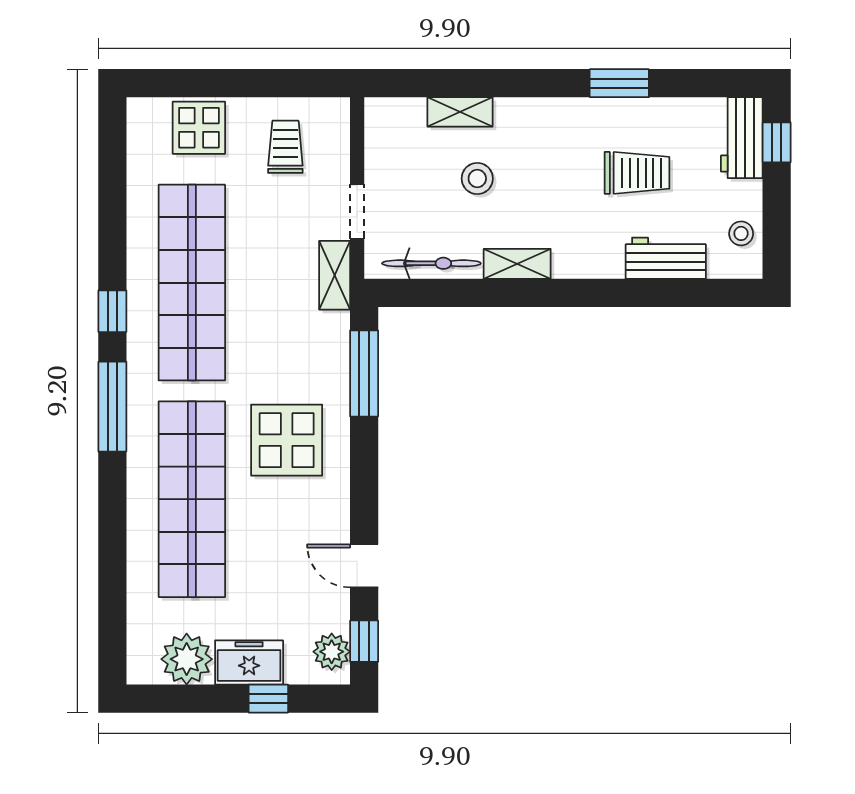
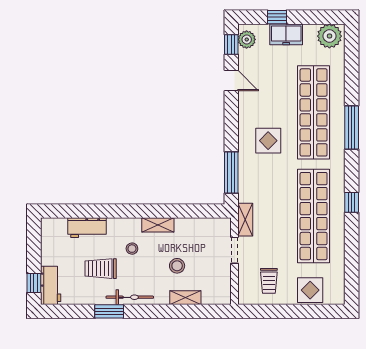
stool: (741, 233) -> (132, 249), moved
bicycle: (431, 263) -> (130, 297), moved, turned 180
window: (112, 407) -> (352, 127), moved
display table: (287, 440) -> (268, 141), width x0.73, depth x0.73
plant: (187, 659) -> (329, 36), moved

